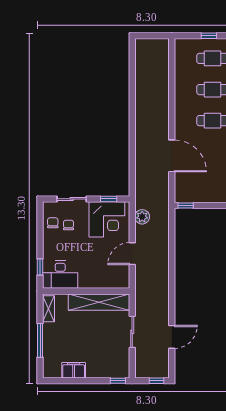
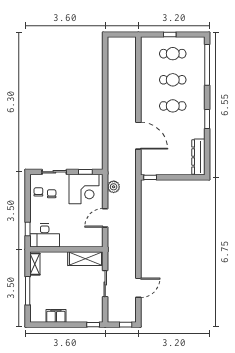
shelving: (99, 302) -> (85, 259), width x0.68

